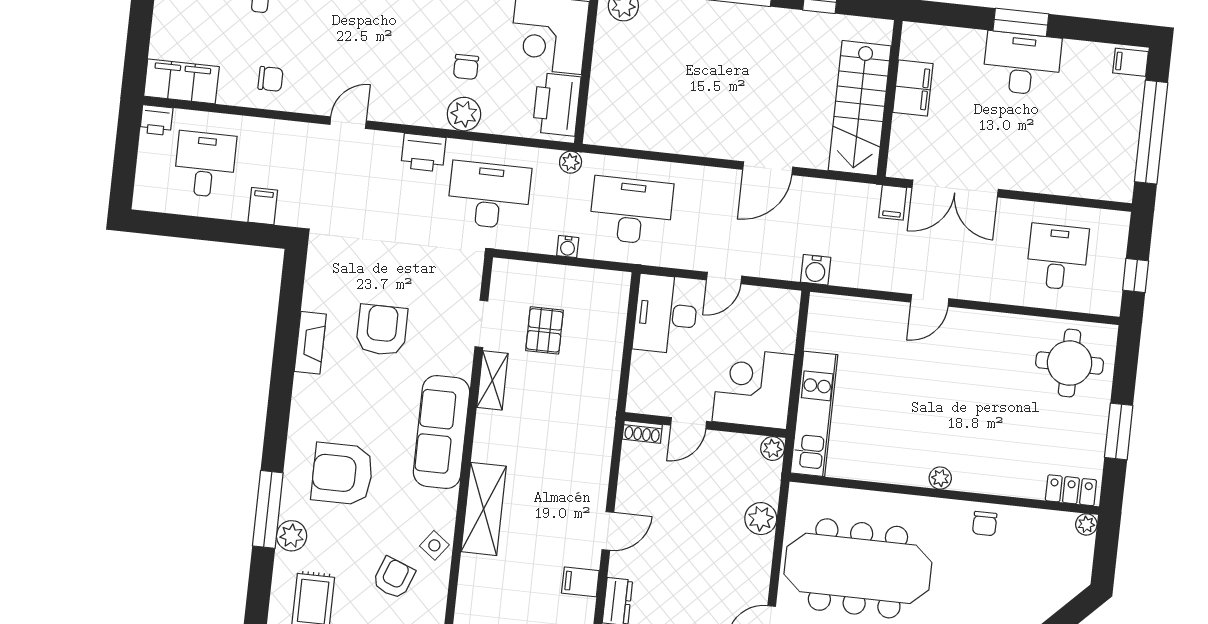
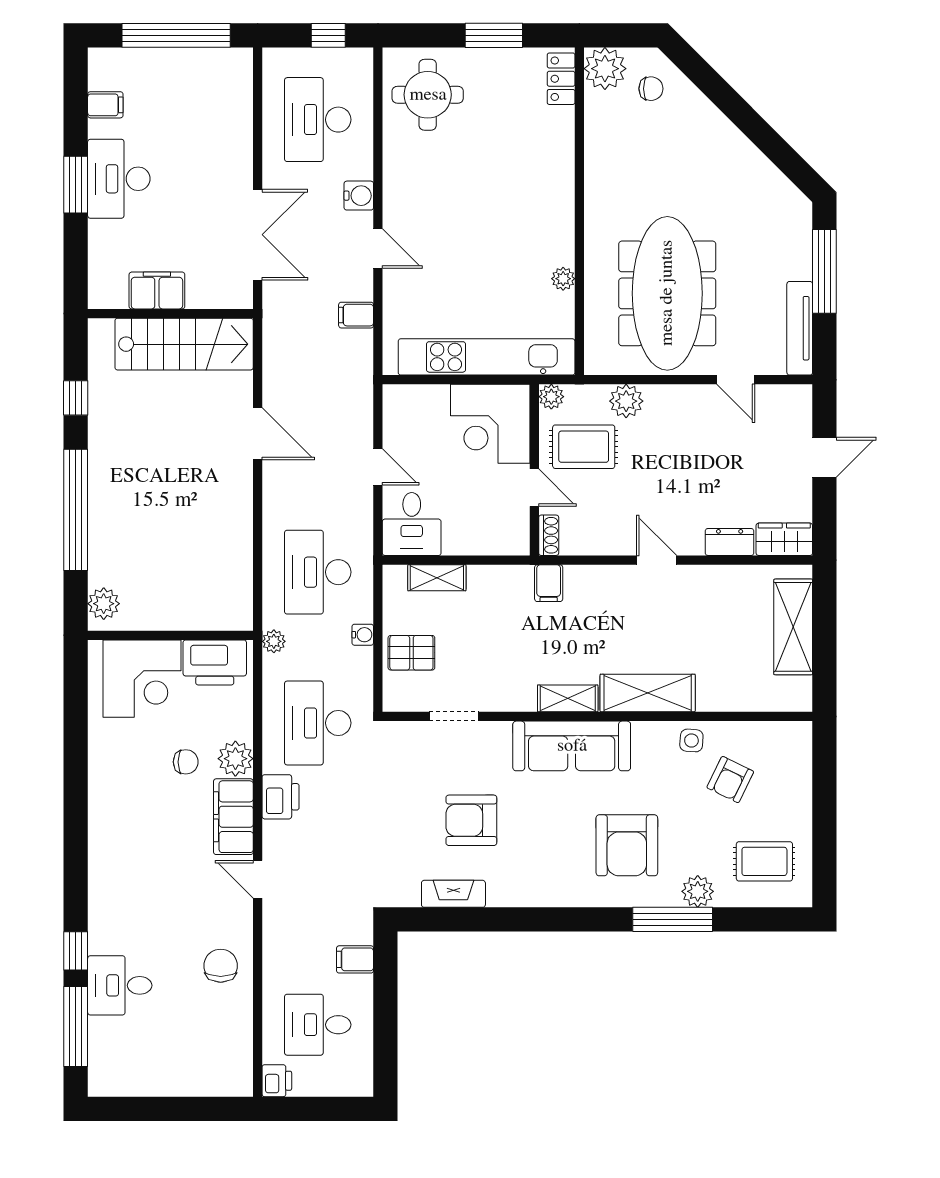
filing cabinet: (1131, 62) -> (105, 105), moved, turned -90
chair: (271, 79) -> (221, 966), width x1.37, depth x1.37
filing cabinet: (181, 81) -> (233, 817), moved
filing cabinet: (893, 203) -> (356, 315), moved, turned 180
desk: (1057, 257) -> (318, 120), width x1.37
water cooler: (816, 270) -> (359, 196), moved
desk: (666, 314) -> (412, 524), width x0.73
shelving: (614, 322) -> (437, 578), added
pallet: (545, 330) -> (411, 653), moved
fireplace: (310, 343) -> (453, 894), moved
shelving: (492, 380) -> (568, 698), moved
kitchen unit: (814, 414) -> (487, 357), width x1.36
rug: (722, 474) -> (584, 447), added
plant: (940, 478) -> (563, 279), moved
chair: (985, 524) -> (651, 89), moved
plant: (1086, 524) -> (605, 69), width x1.88, depth x1.88
side table: (434, 545) -> (691, 740), turned -33
armchair: (394, 578) -> (730, 780), turned -85
filing cabinet: (580, 582) -> (549, 583), moved

